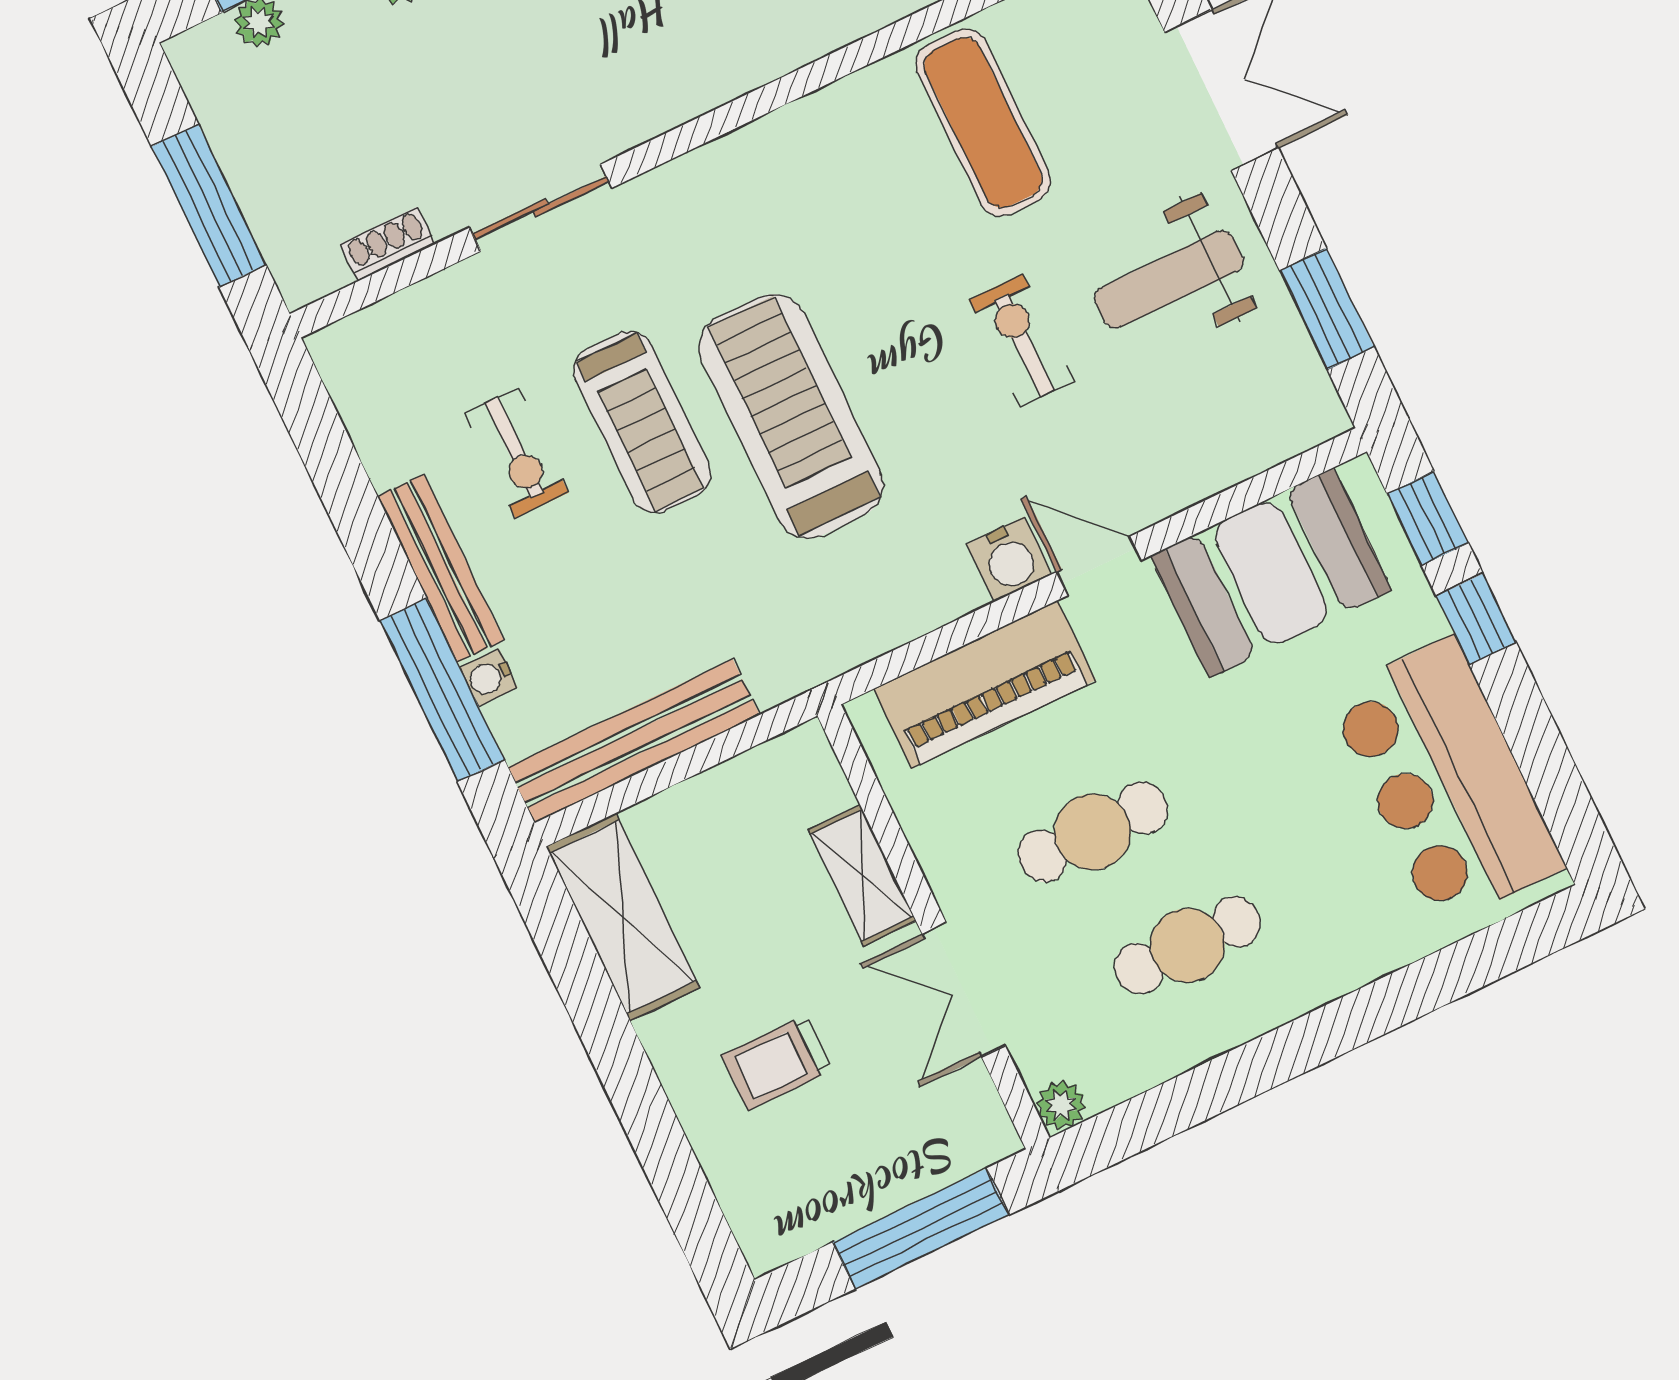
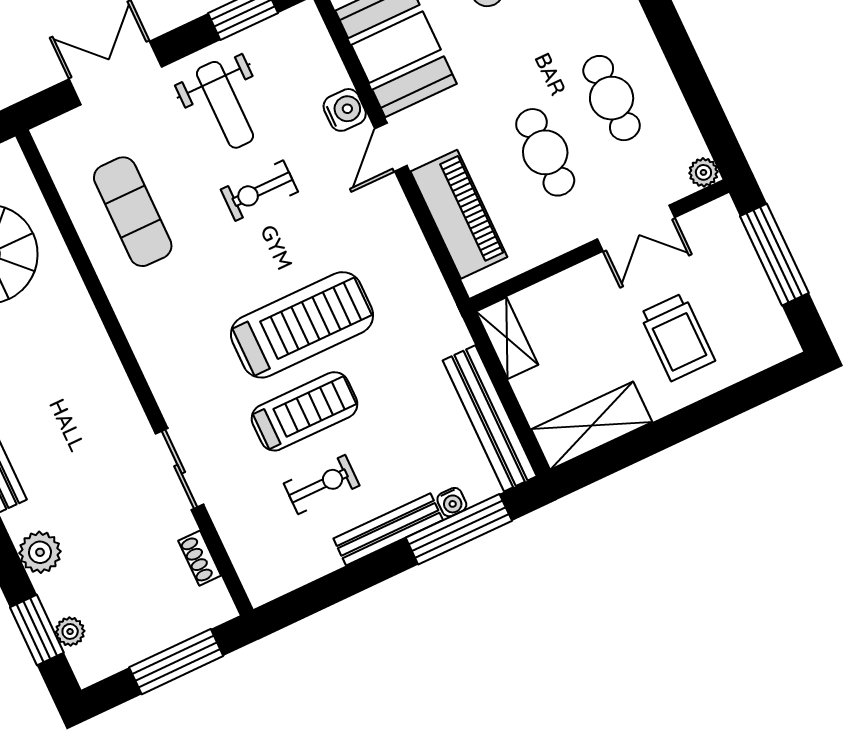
exercise mat: (983, 122) -> (133, 212), turned 90
treadmill: (791, 416) -> (302, 325), turned 180
water cooler: (1009, 559) -> (345, 110), moved
shelving: (862, 875) -> (507, 338), moved, turned 90
trolley: (777, 1063) -> (677, 337), width x1.36, depth x1.39

